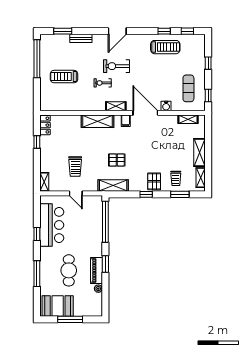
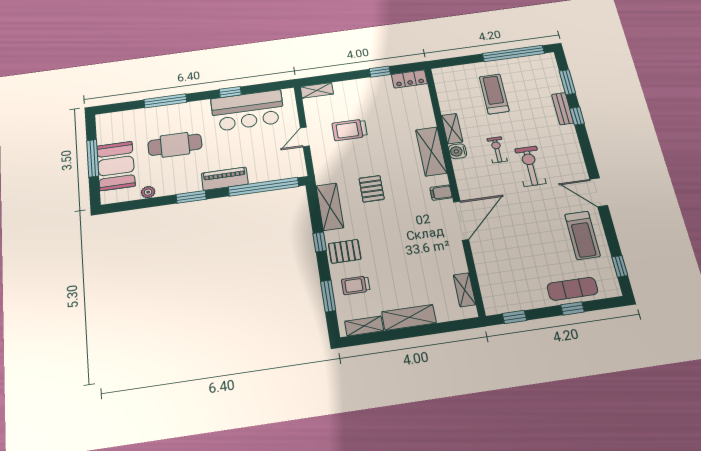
door: (117, 31) -> (599, 192), moved
window: (164, 31) -> (577, 116), moved
exercise mat: (188, 88) -> (572, 289), moved
shelving: (116, 106) -> (452, 129), moved
water cooler: (166, 106) -> (458, 151), moved
shelving: (113, 185) -> (330, 207), moved
piano: (96, 271) -> (225, 179), moved
booth: (58, 306) -> (116, 166), moved

